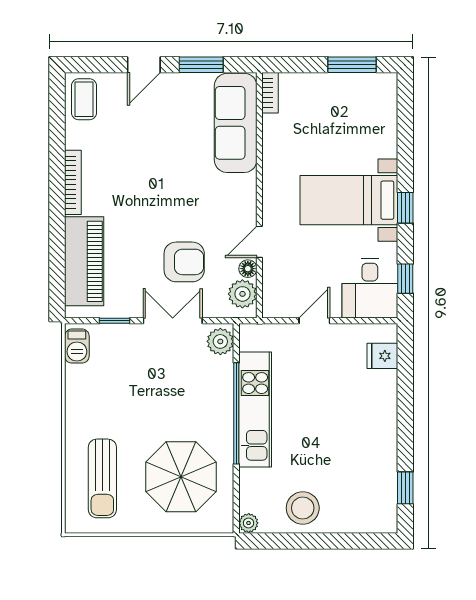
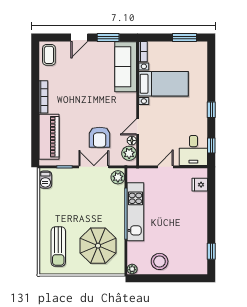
bed with nightstands: (349, 200) -> (164, 84), moved, turned 180
armchair: (184, 262) -> (100, 137), turned 90

